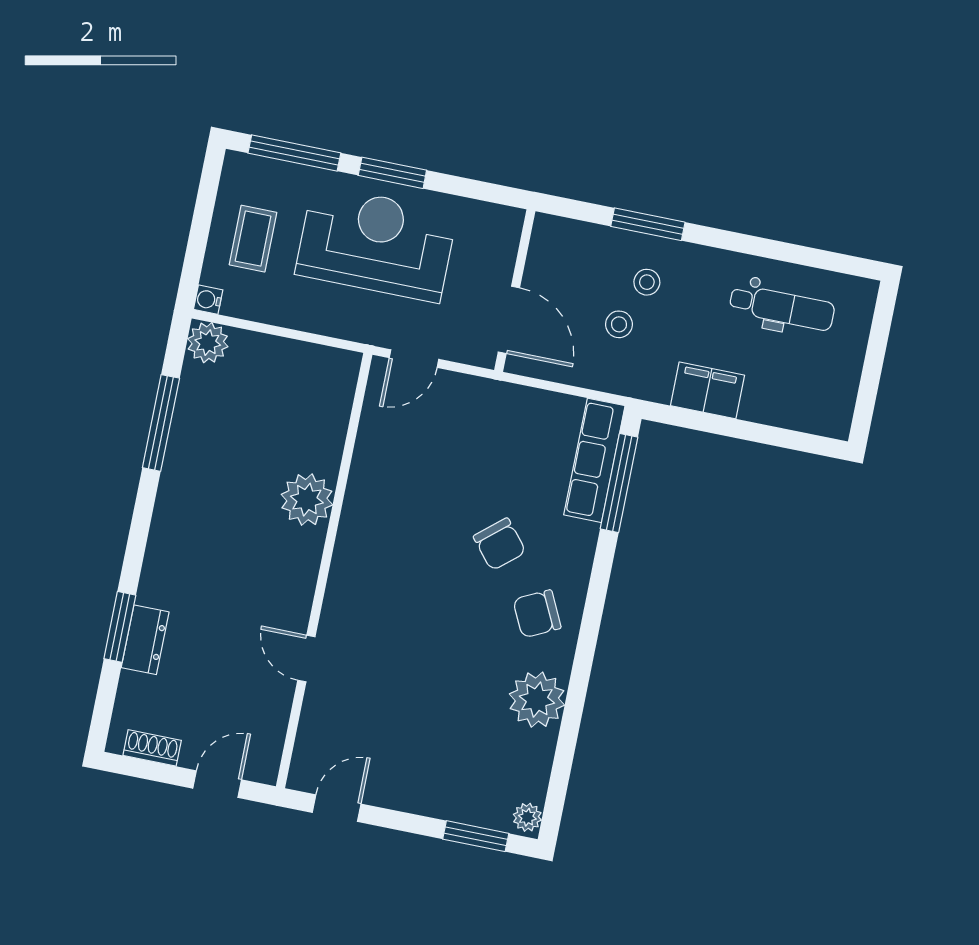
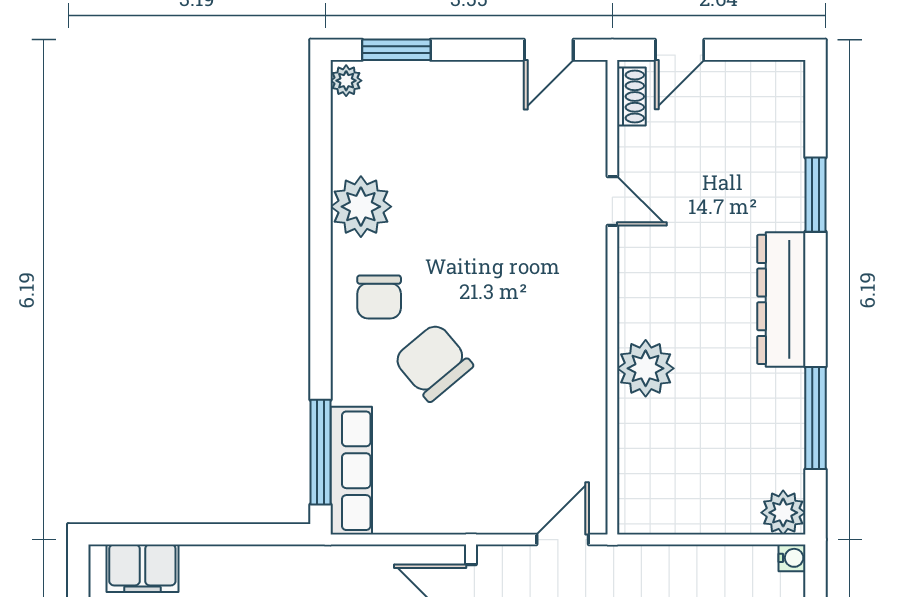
filing cabinet: (707, 390) -> (142, 568), moved
chair: (500, 544) -> (433, 362), width x1.37, depth x1.37
chair: (537, 614) -> (379, 297), turned 116
dresser: (145, 640) -> (781, 299), moved, width x1.96, depth x1.24
shoe rack: (152, 748) -> (631, 97), moved, turned -90

